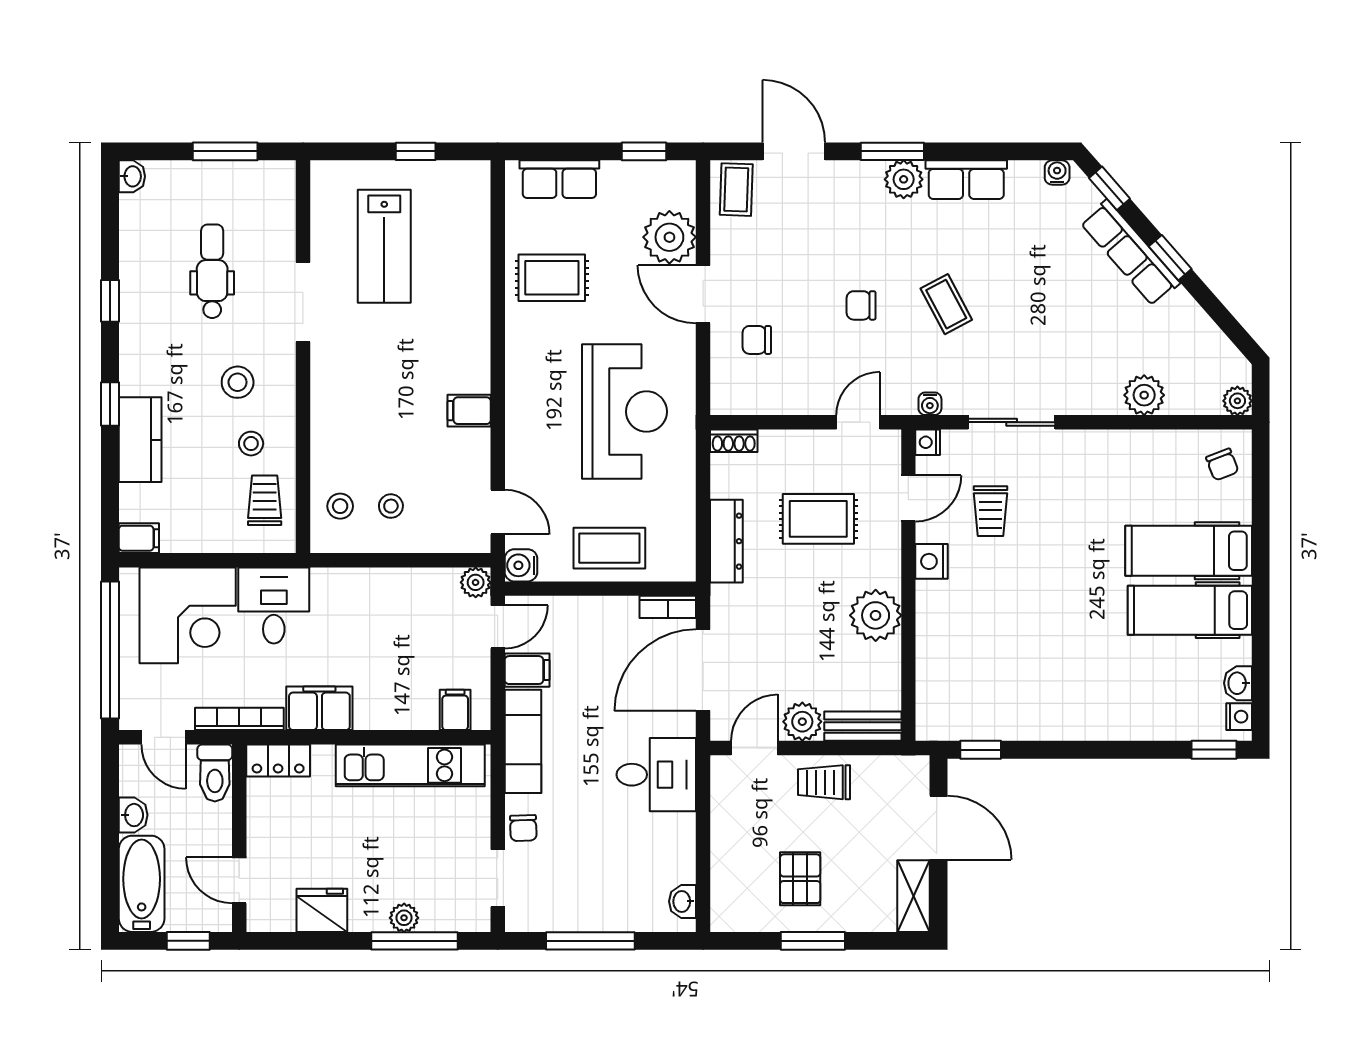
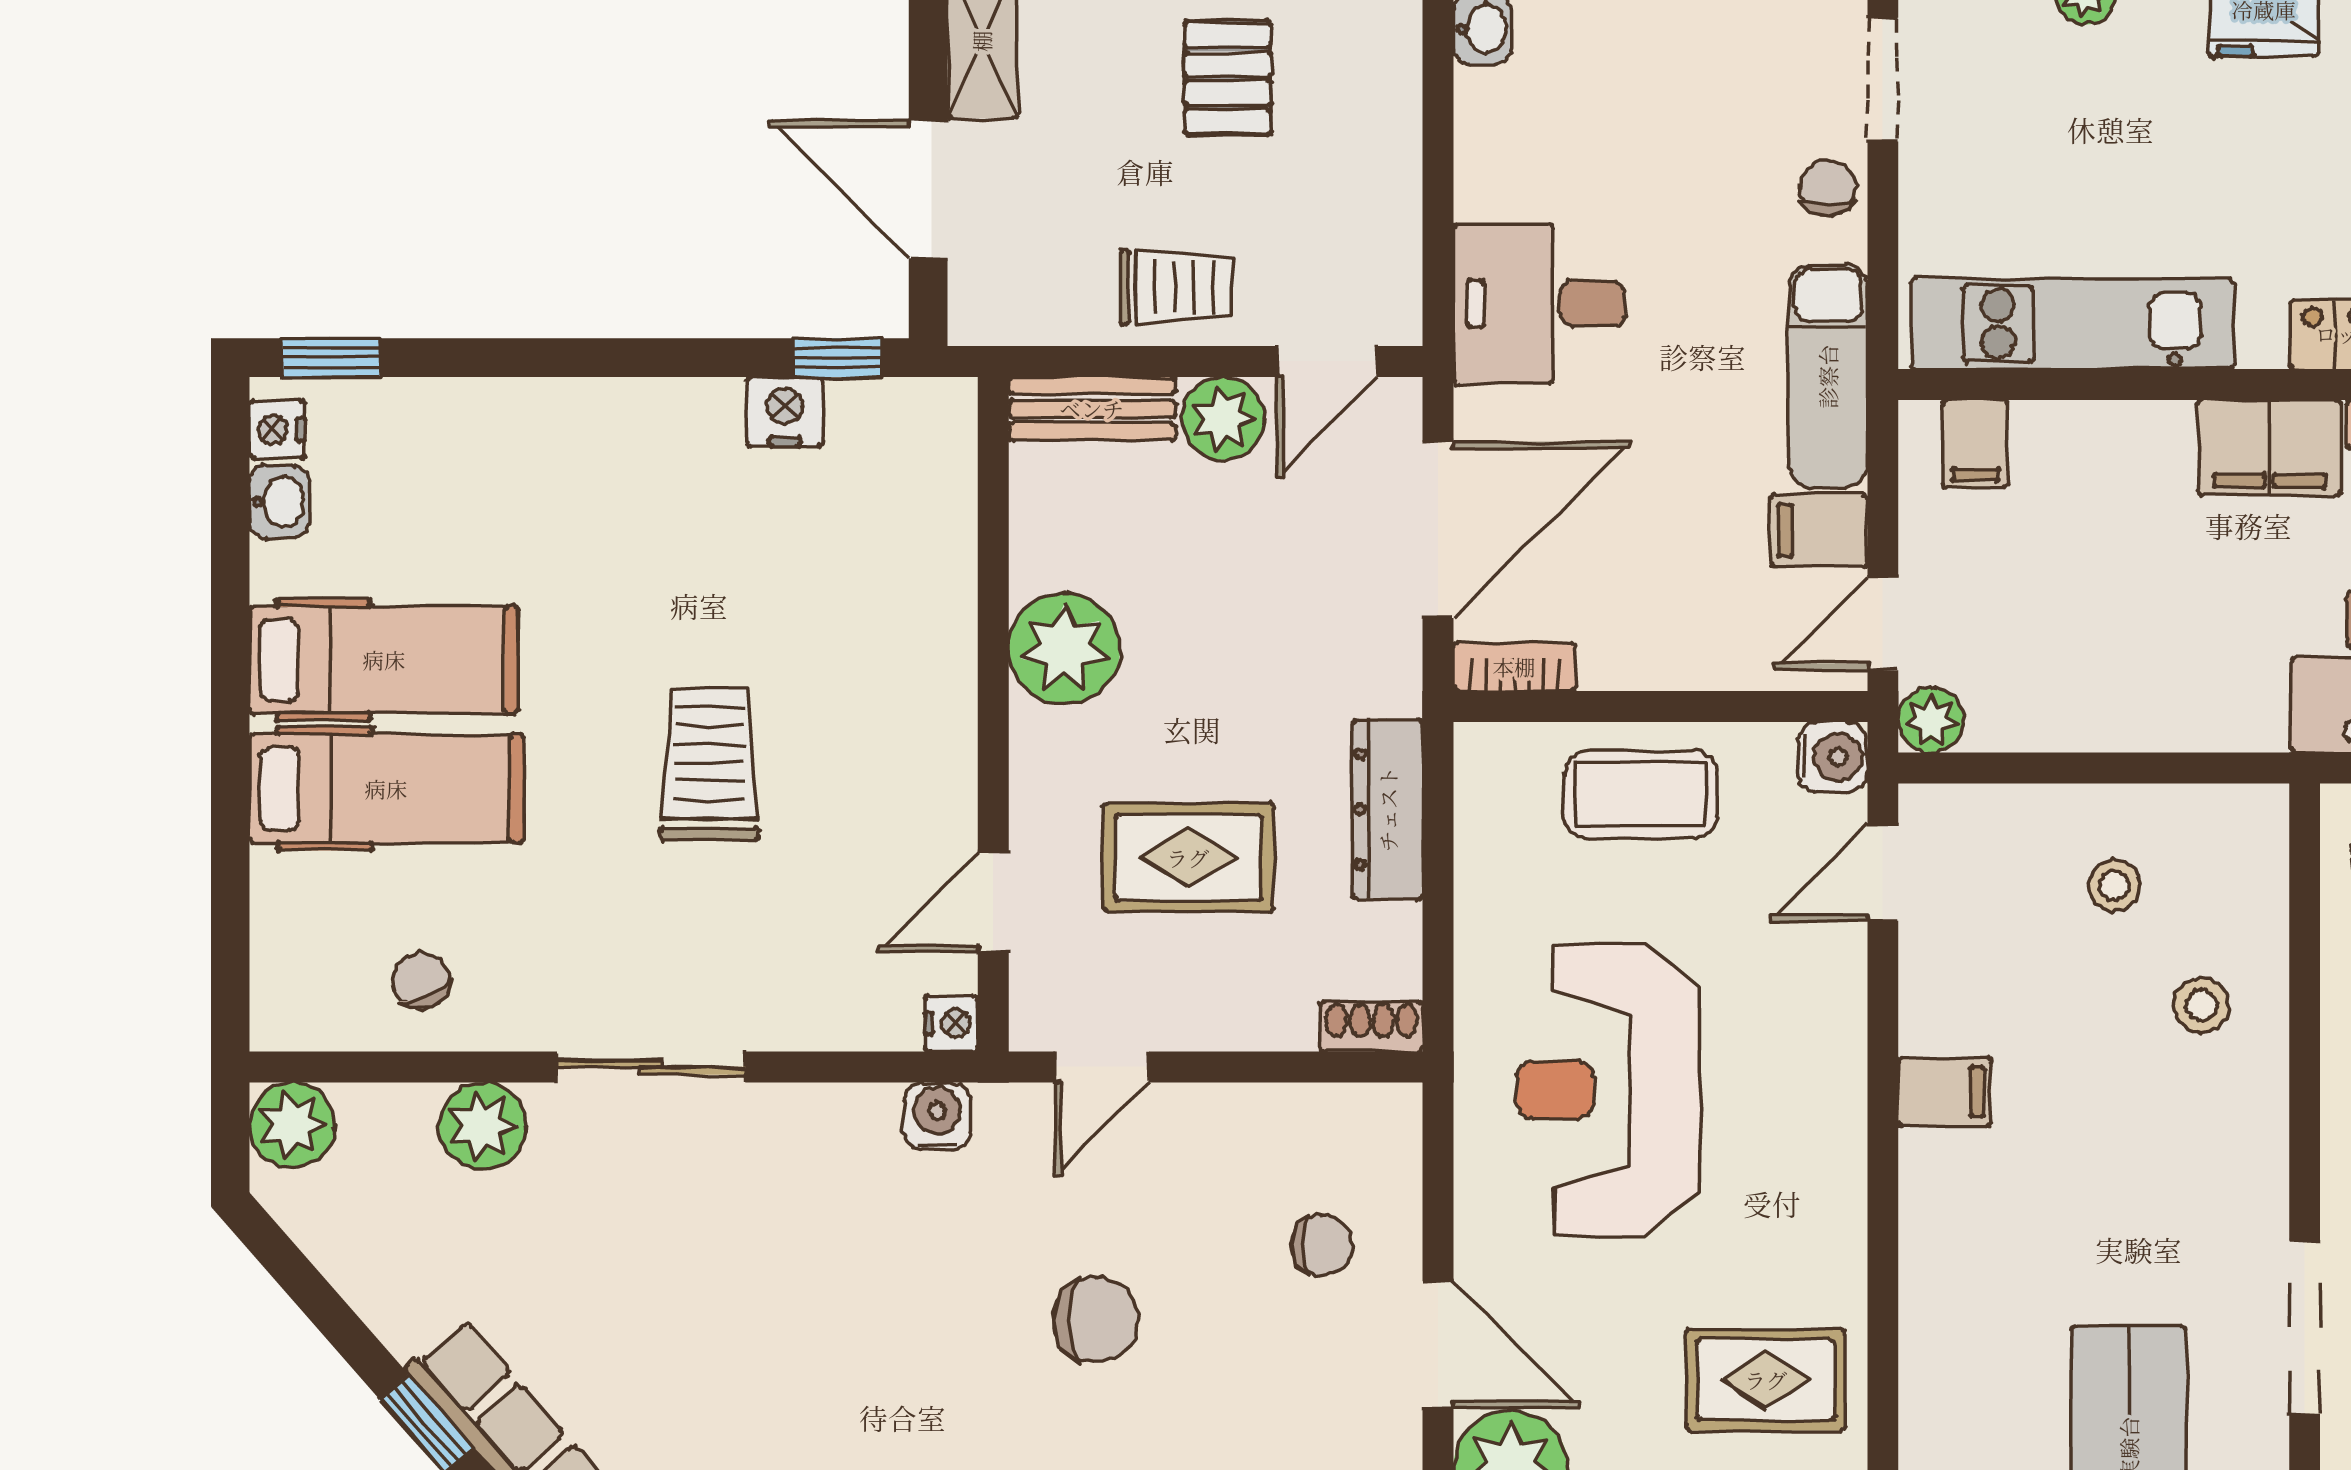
coffee table: (946, 304) -> (911, 1323), removed
chair: (861, 305) -> (1096, 1320), width x1.37, depth x1.37
plant: (1237, 401) -> (292, 1125), width x1.38, depth x1.38
water cooler: (930, 404) -> (937, 1116), width x1.38, depth x1.38
sliding door: (1012, 422) -> (651, 1067), moved
chair: (1222, 465) -> (421, 981), moved
stool: (340, 506) -> (2201, 1006), moved
trolley: (990, 511) -> (709, 764), moved, width x1.36, depth x1.39
door: (498, 512) -> (1883, 872), hinge flipped
nightstand: (932, 561) -> (785, 412), moved, turned -90

